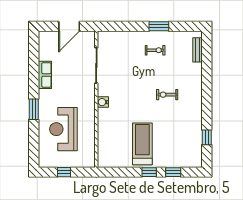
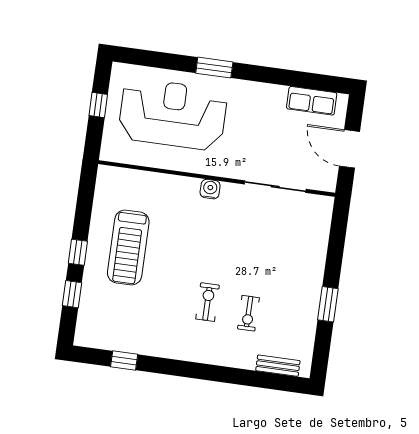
exercise bike: (155, 50) -> (248, 313), moved
row of seats: (45, 75) -> (312, 101), moved
reception desk: (63, 129) -> (173, 114), width x1.36, depth x1.30
treadmill: (142, 144) -> (128, 247), turned 90

